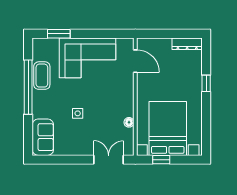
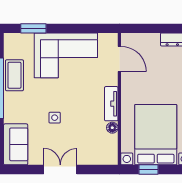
tv unit: (128, 101) -> (111, 104), added
double door: (109, 160) -> (60, 170), moved

